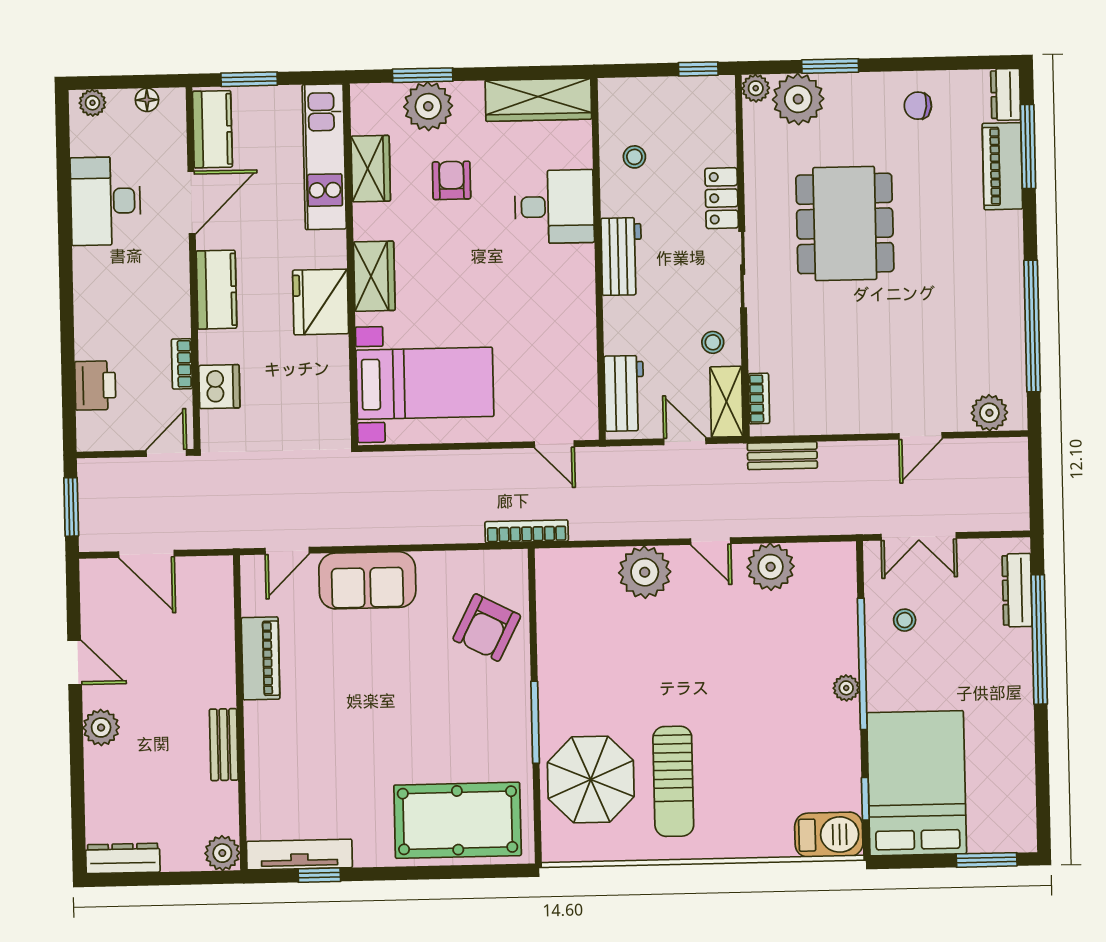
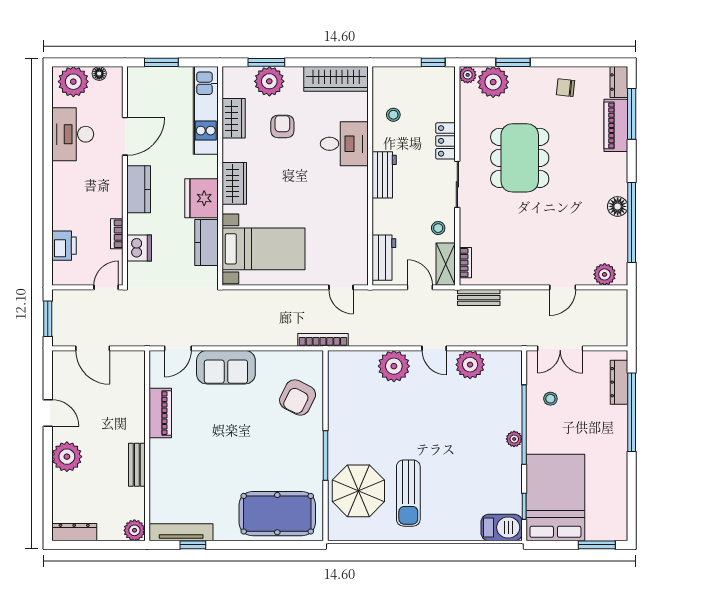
plant: (92, 103) -> (73, 82), width x1.87, depth x1.87
kitchen counter: (212, 129) -> (206, 243), moved, turned 180
floor lamp: (1008, 300) -> (618, 206), added
plant: (101, 728) -> (67, 457), width x1.36, depth x1.36

